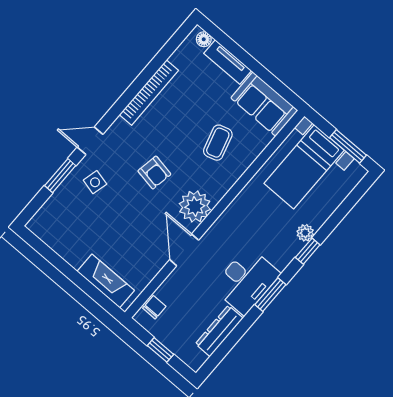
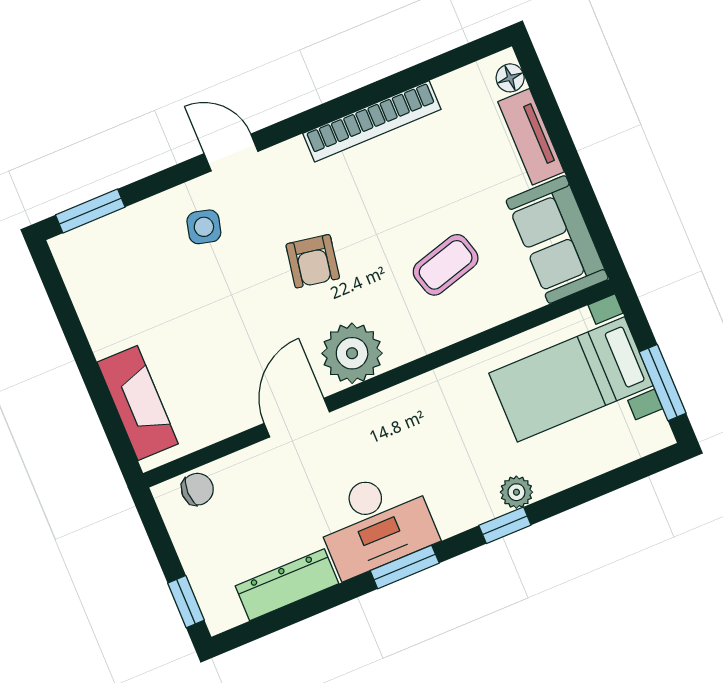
window: (60, 176) -> (90, 211), moved
window: (160, 350) -> (186, 602), moved

